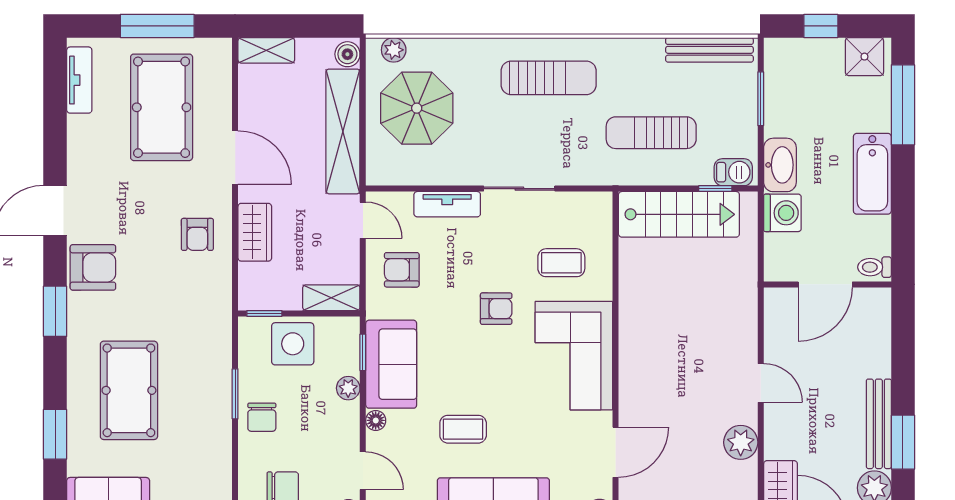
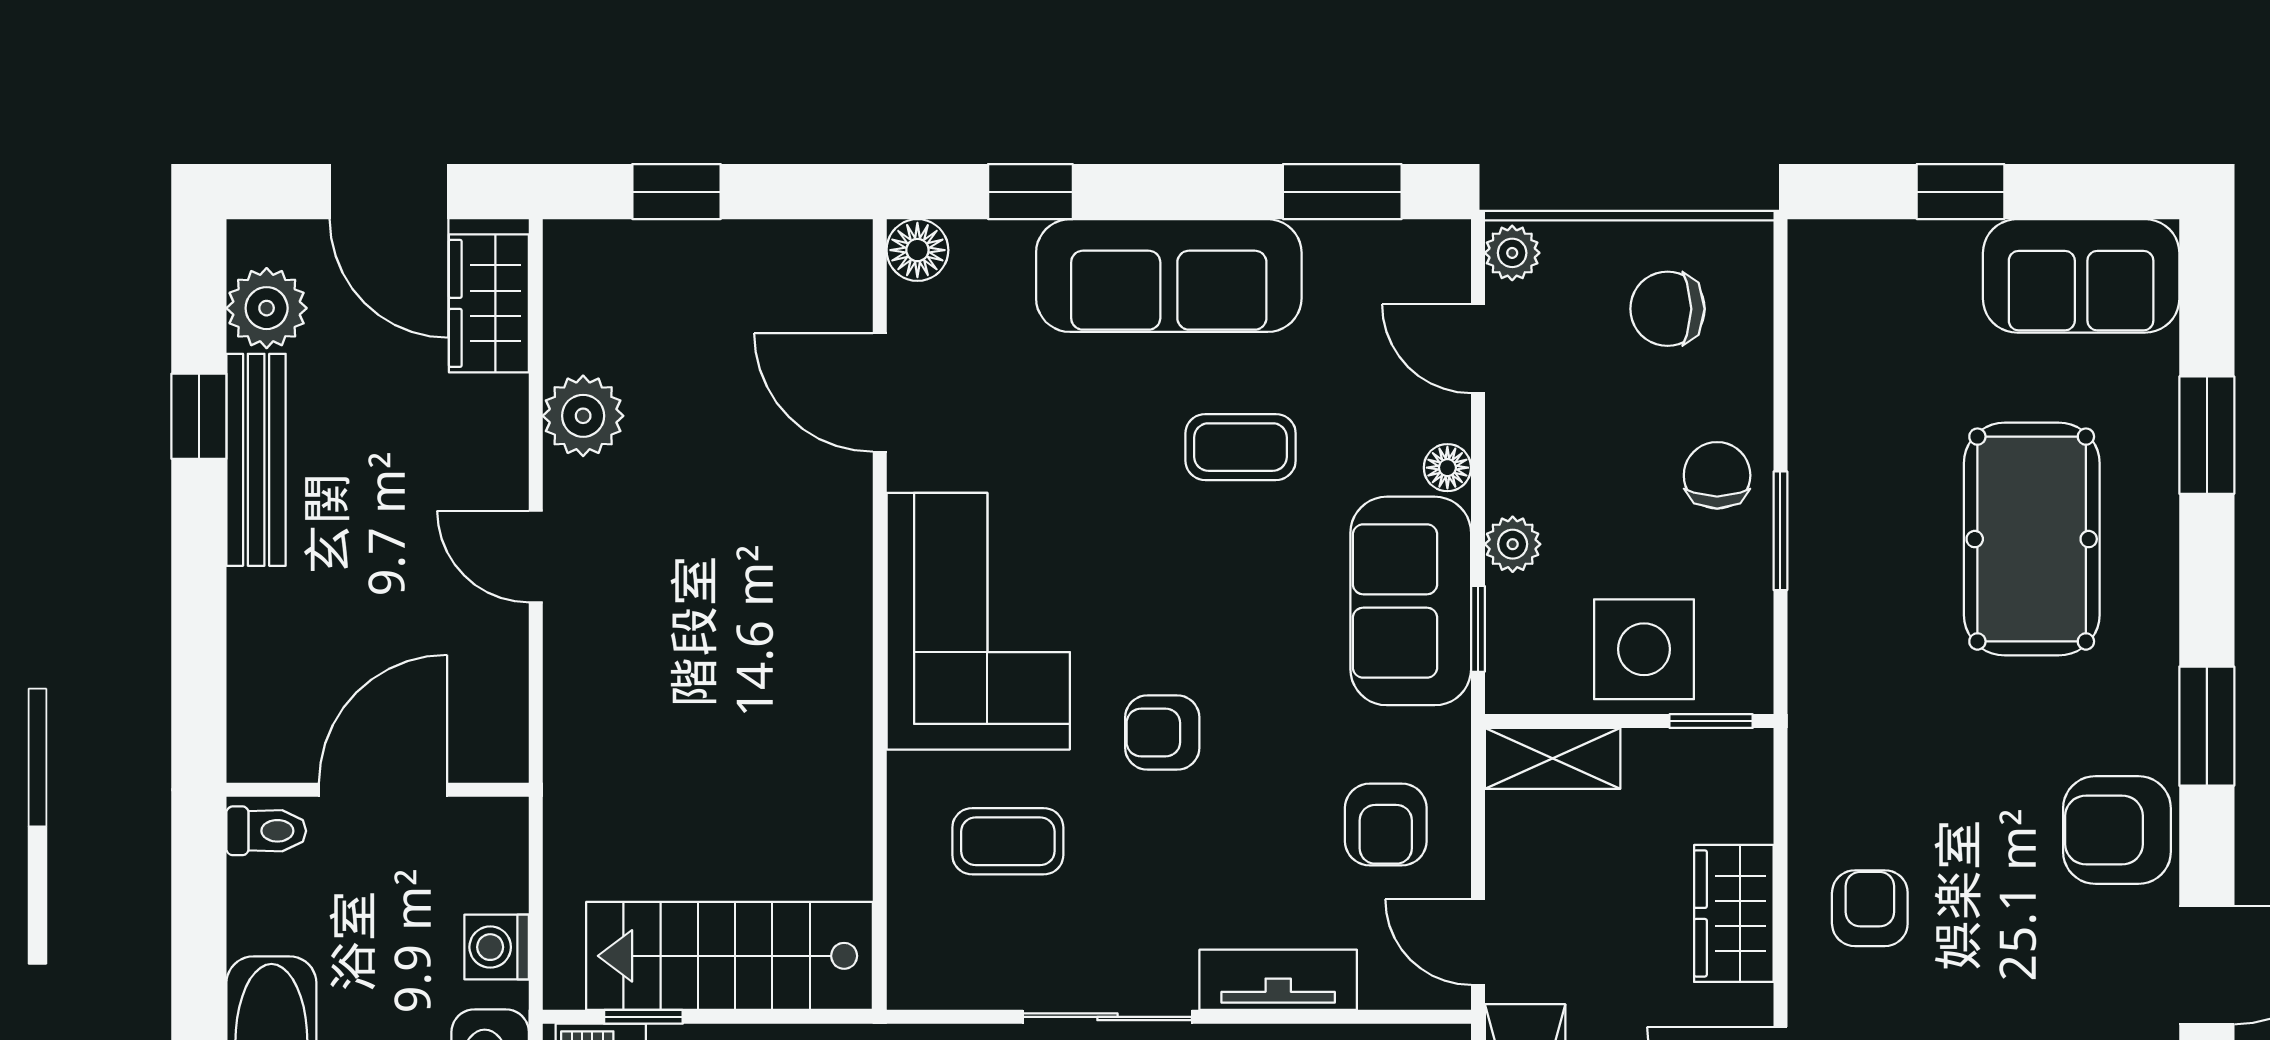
washing machine: (782, 213) -> (497, 947), width x0.73, depth x0.73
armchair: (402, 270) -> (1386, 825), turned 90
window: (903, 442) -> (199, 416), width x0.67
door: (615, 452) -> (880, 392), hinge flipped

